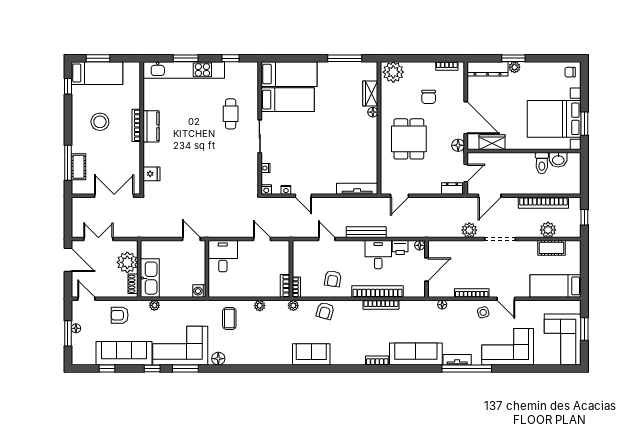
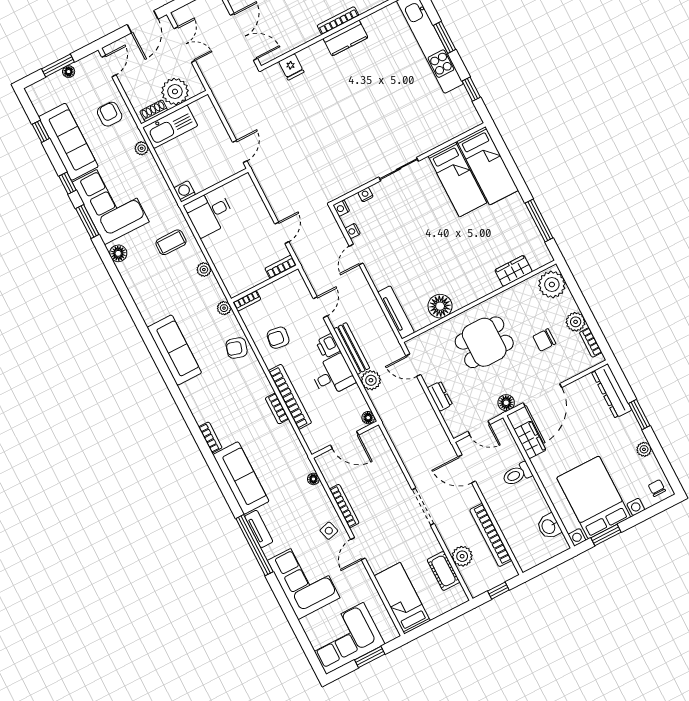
plant: (515, 67) -> (644, 449), moved
plant: (427, 69) -> (576, 322), added
floor lamp: (373, 112) -> (440, 306), moved, width x1.89, depth x1.89
cafe table: (231, 114) -> (407, 122), removed
toilet: (542, 163) -> (517, 474), moved
dresser: (452, 189) -> (440, 396), moved
plant: (469, 230) -> (371, 380), moved
printer: (400, 248) -> (328, 346), moved
desk: (223, 256) -> (210, 213), moved, turned 180
bookcase: (285, 286) -> (281, 267), moved
bookcase: (381, 305) -> (277, 409), width x0.64
sofa: (311, 354) -> (174, 350), width x1.36

